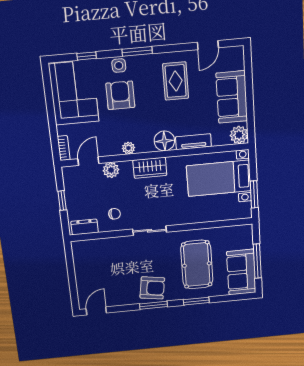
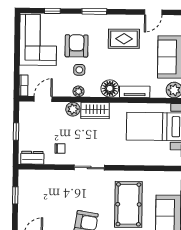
side table: (119, 65) -> (79, 70), moved
rug: (176, 81) -> (124, 39), turned 90
plant: (111, 170) -> (73, 109), moved
window: (71, 269) -> (15, 195), added

